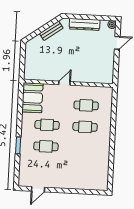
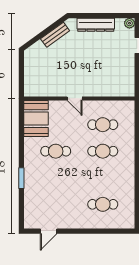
door: (64, 83) -> (75, 98), swing flipped
cafe table: (46, 146) -> (103, 204), moved

